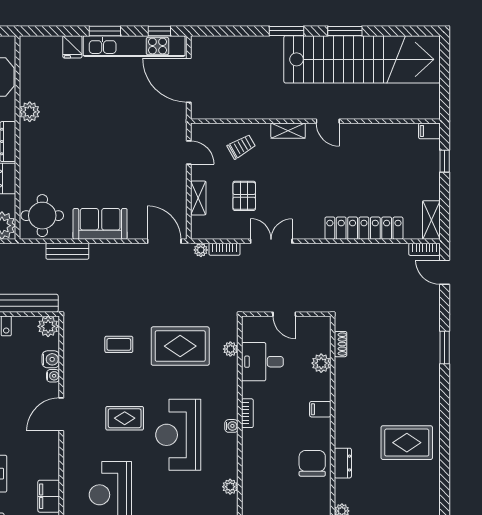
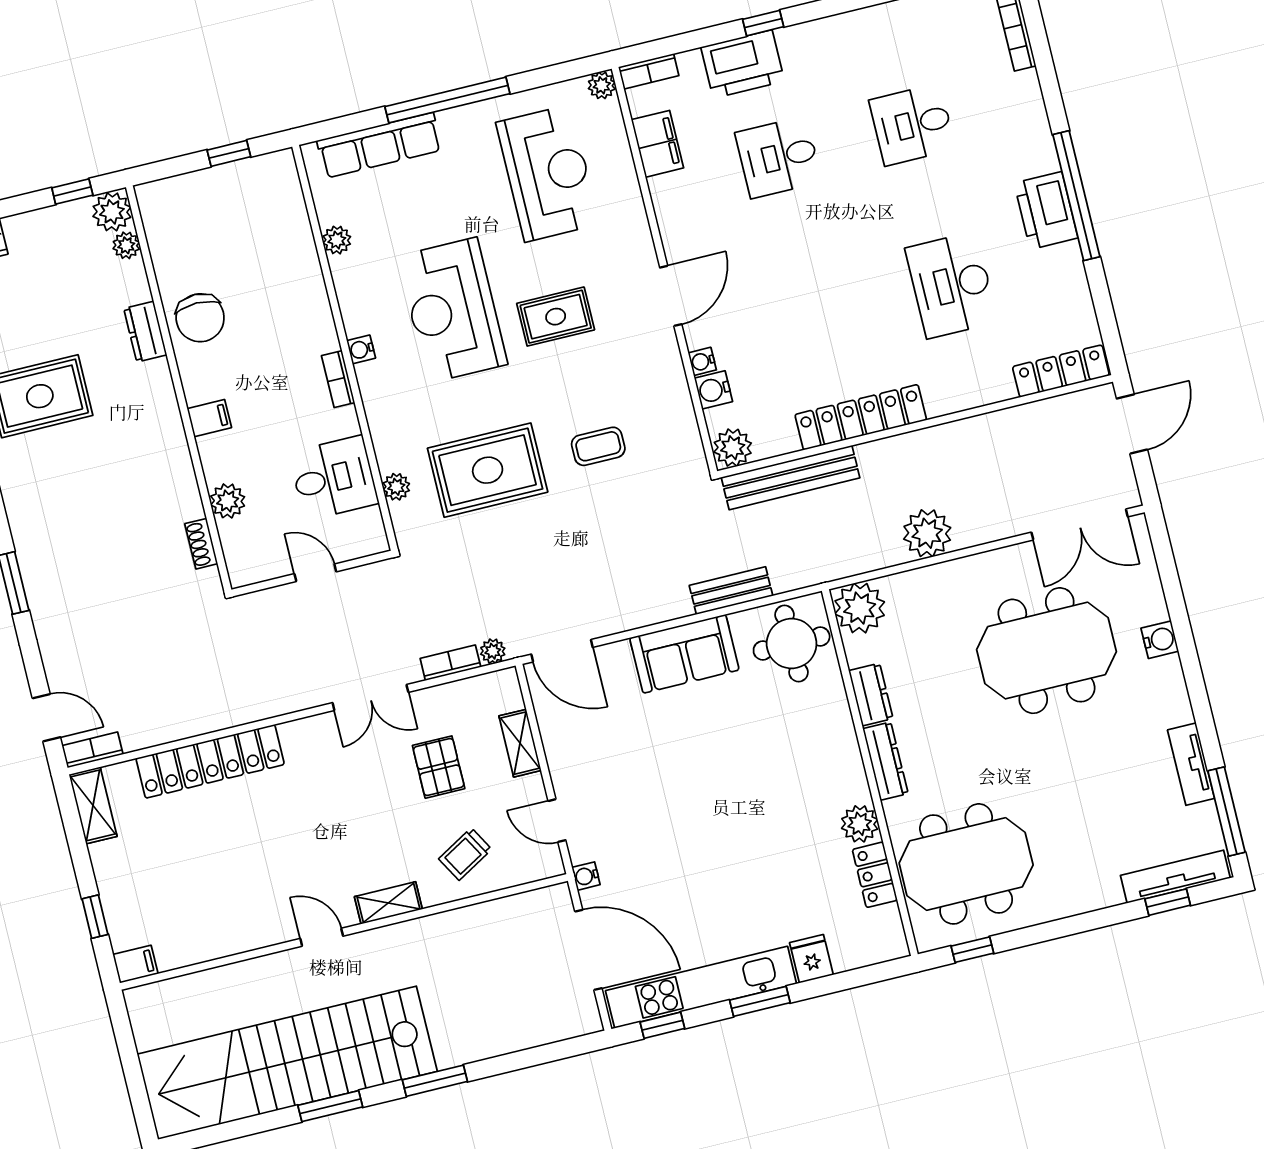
locker: (28, 83) -> (875, 875), added
water cooler: (181, 119) -> (586, 876), added
reception desk: (178, 435) -> (452, 310), turned 180

